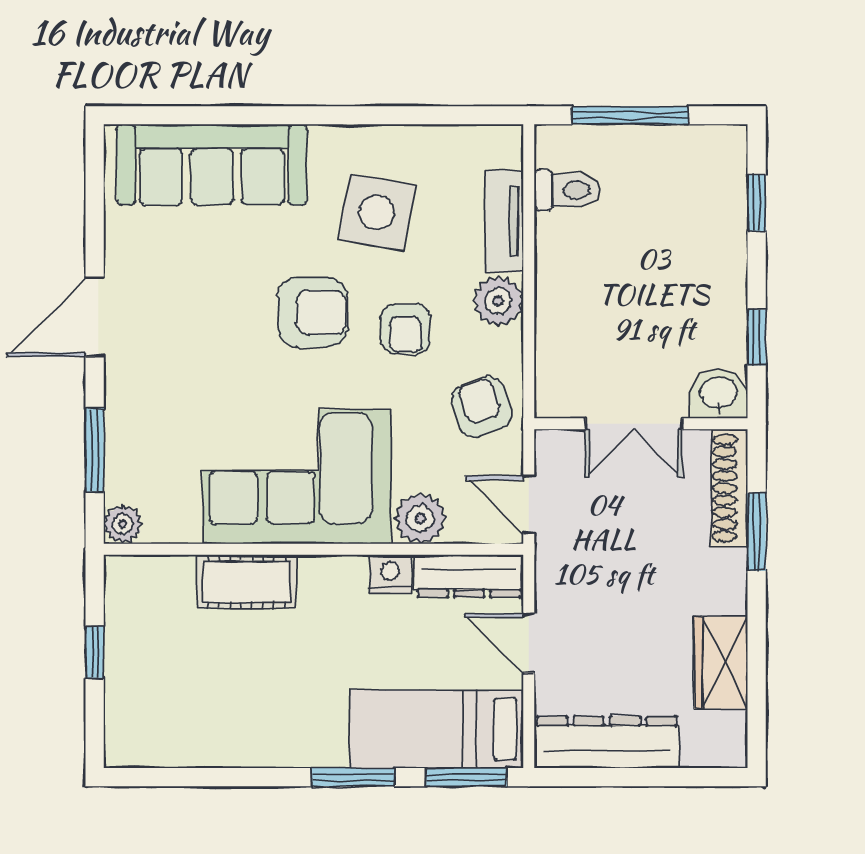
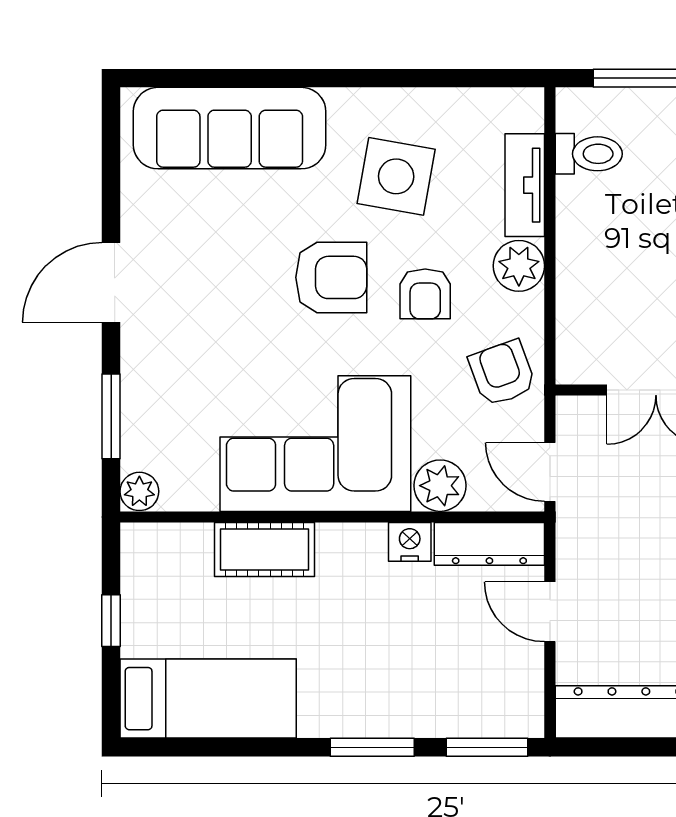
bed: (436, 729) -> (208, 699), moved, turned 180

